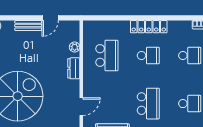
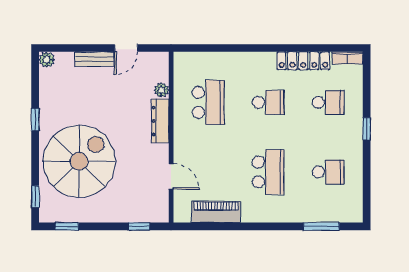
locker: (149, 27) -> (303, 61), moved
dresser: (74, 68) -> (160, 121), width x1.44
door: (81, 107) -> (171, 176), hinge flipped

